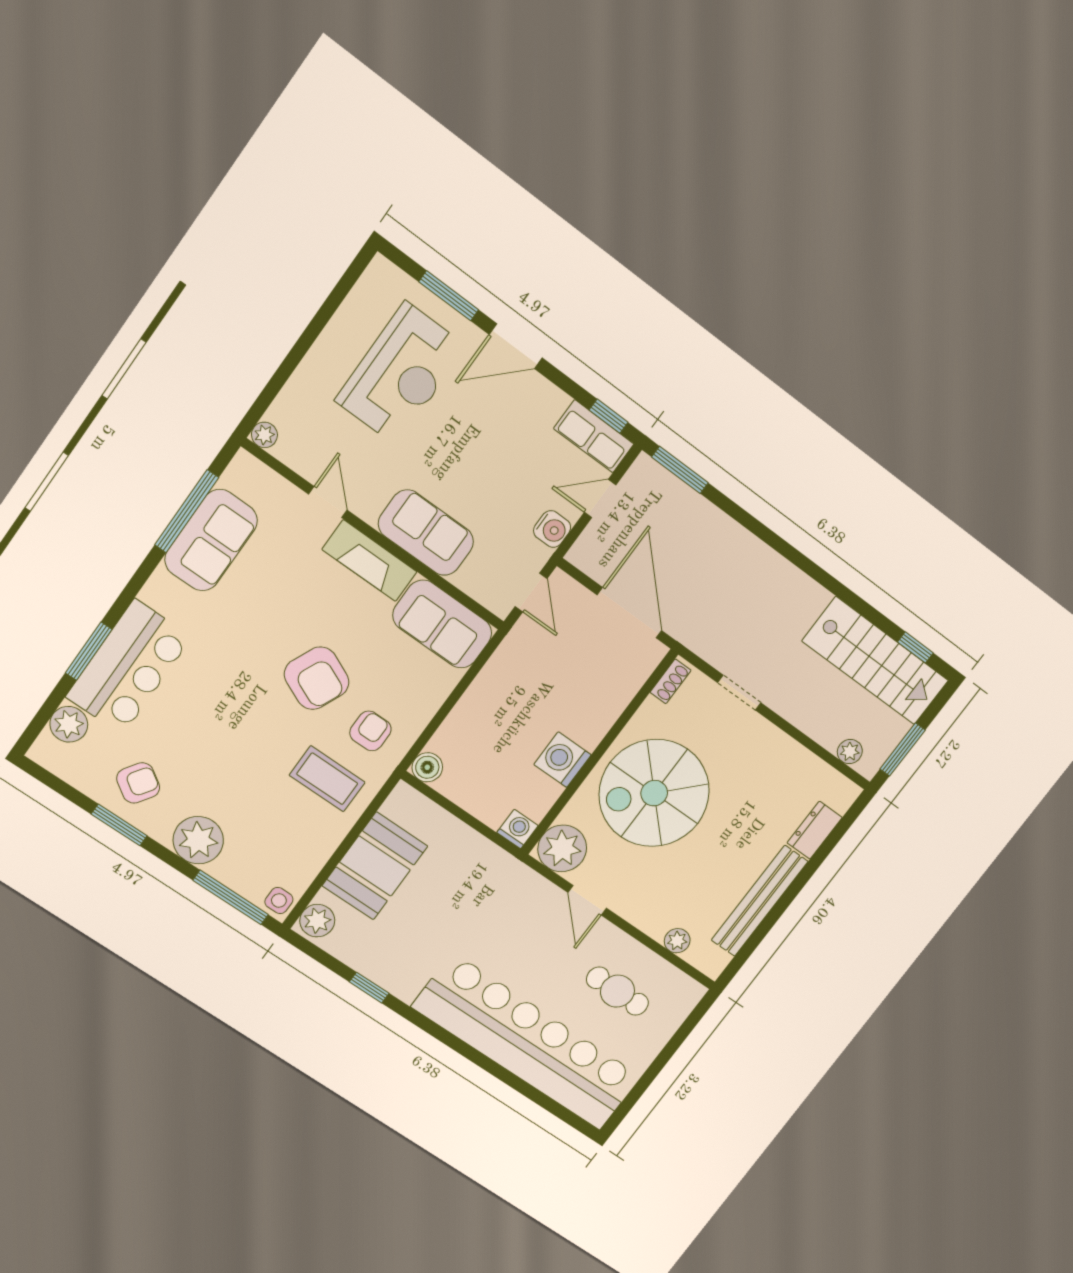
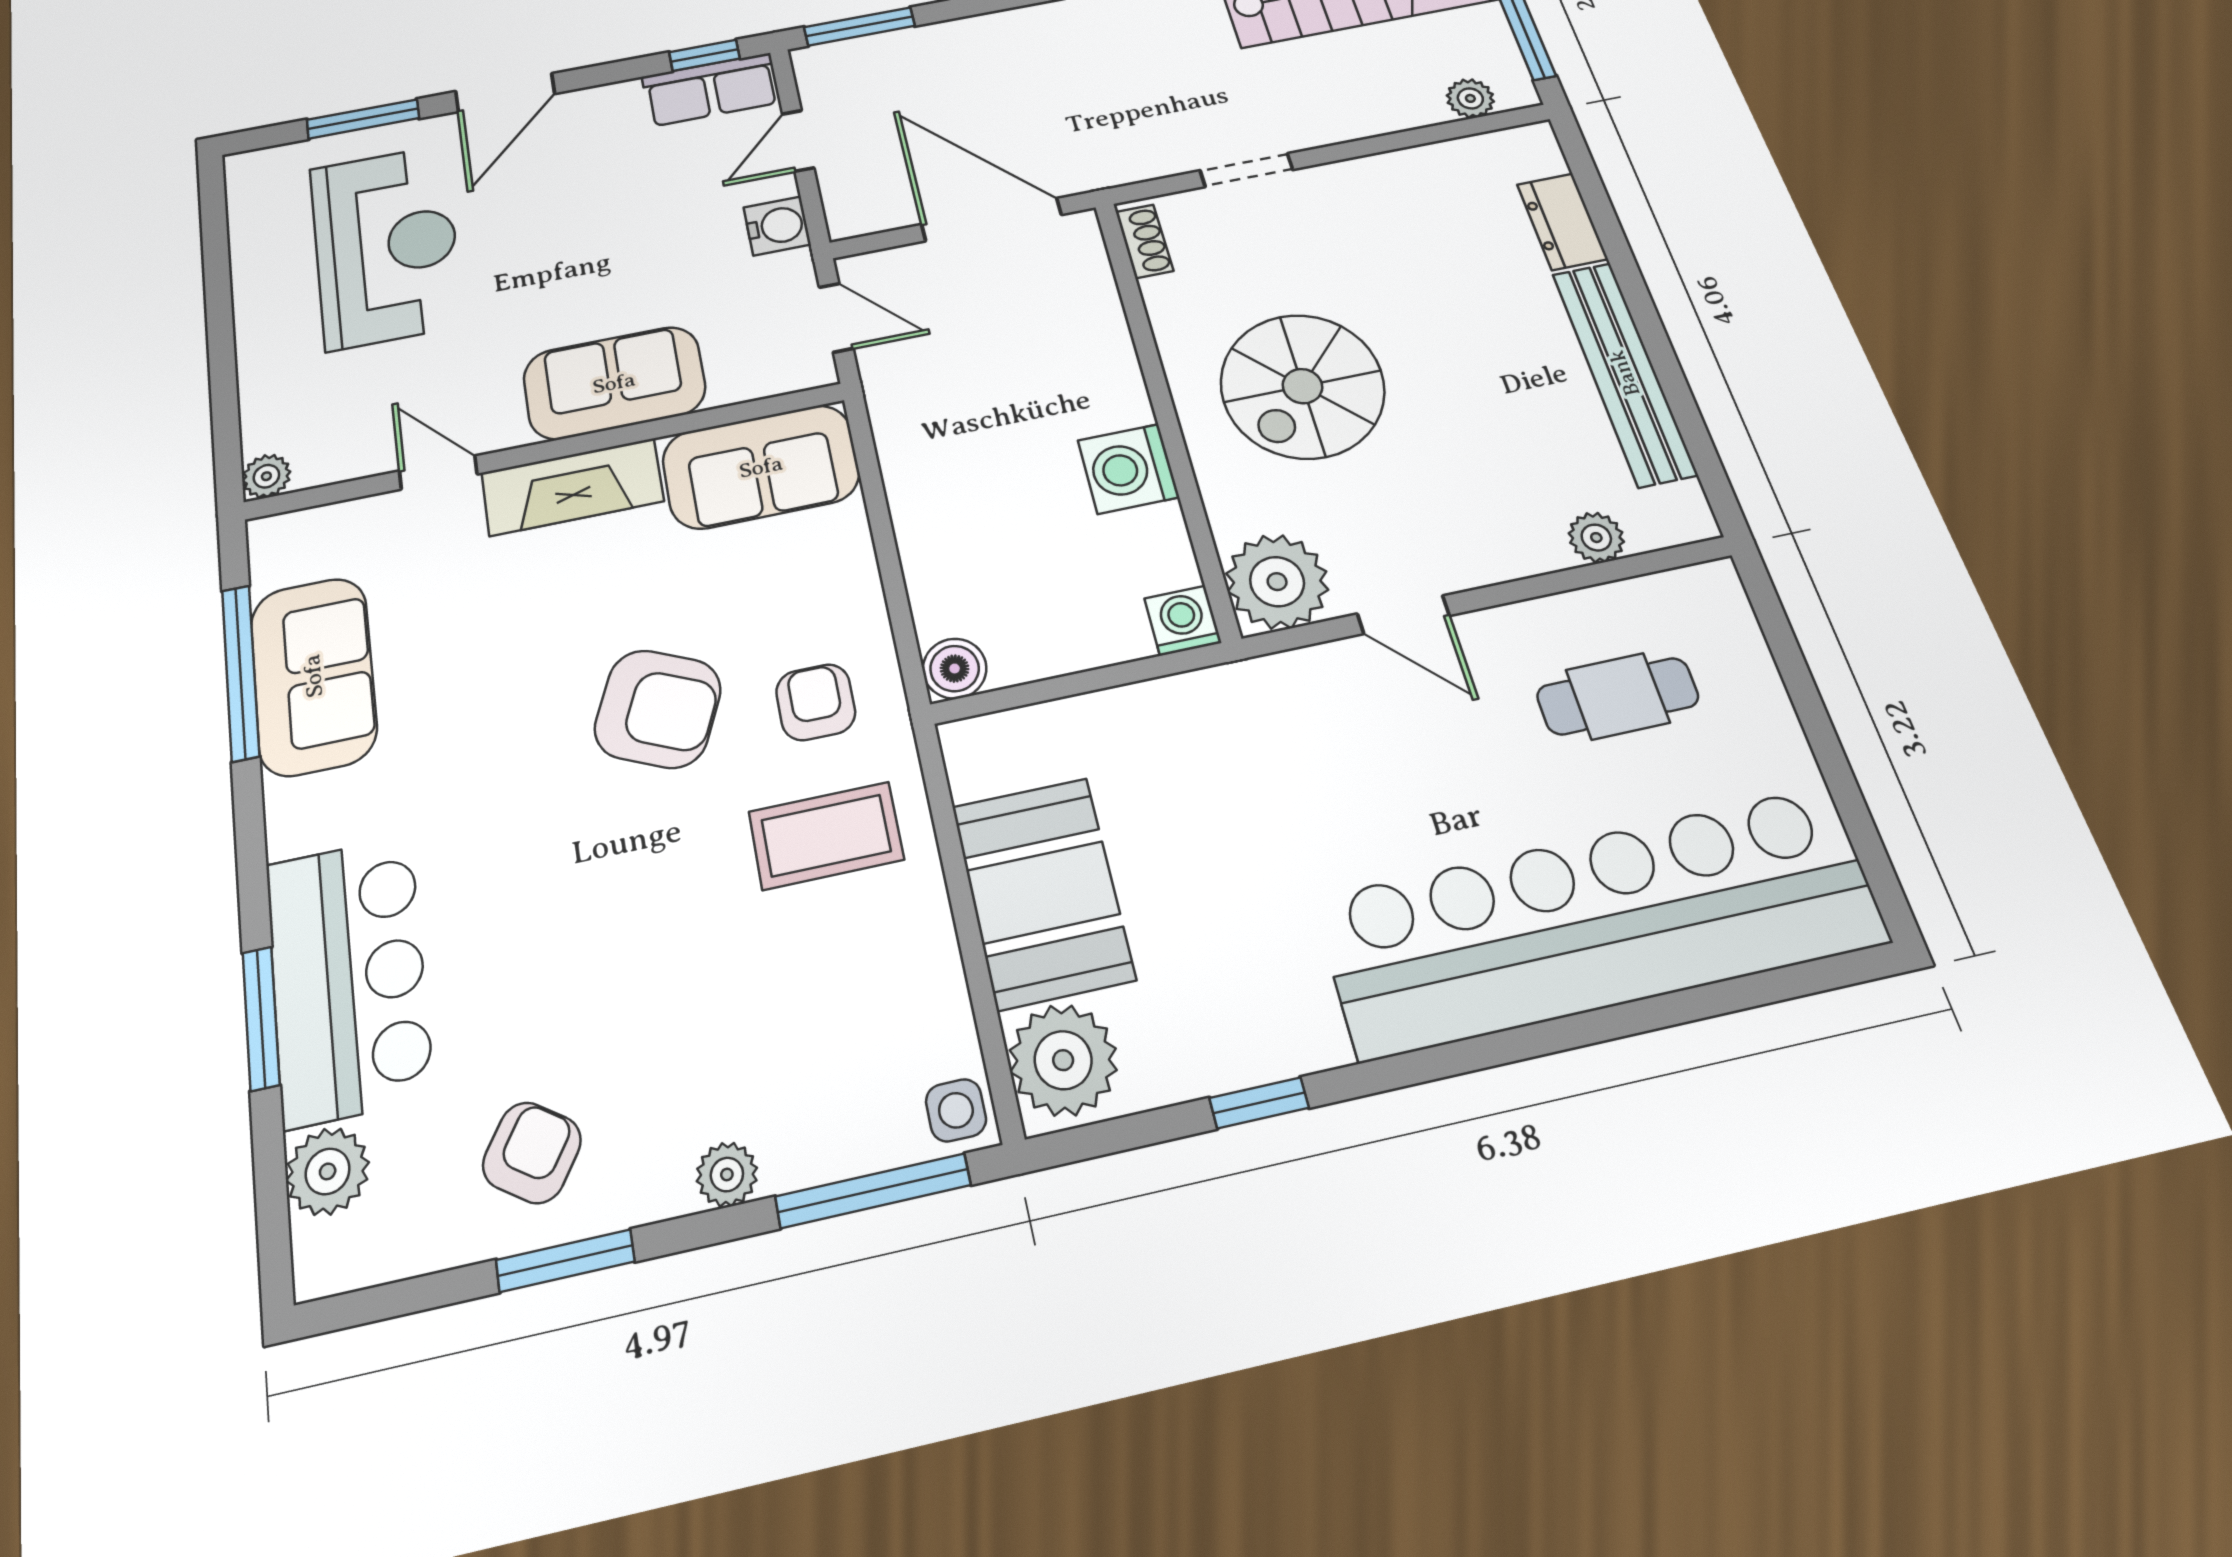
spiral stairs: (654, 793) -> (1302, 386), width x0.73, depth x0.73
plant: (198, 840) -> (727, 1174), width x0.53, depth x0.53
plant: (317, 921) -> (1063, 1060), width x1.36, depth x1.36

